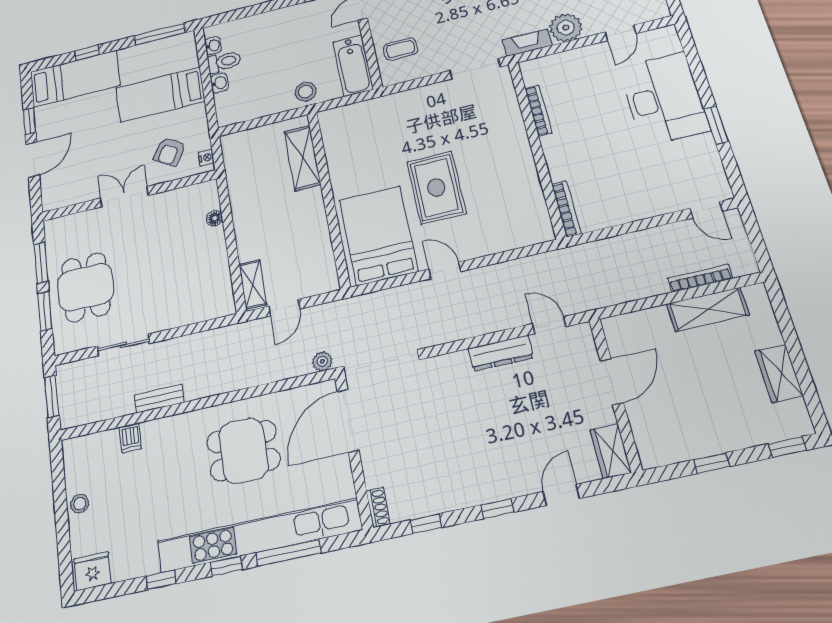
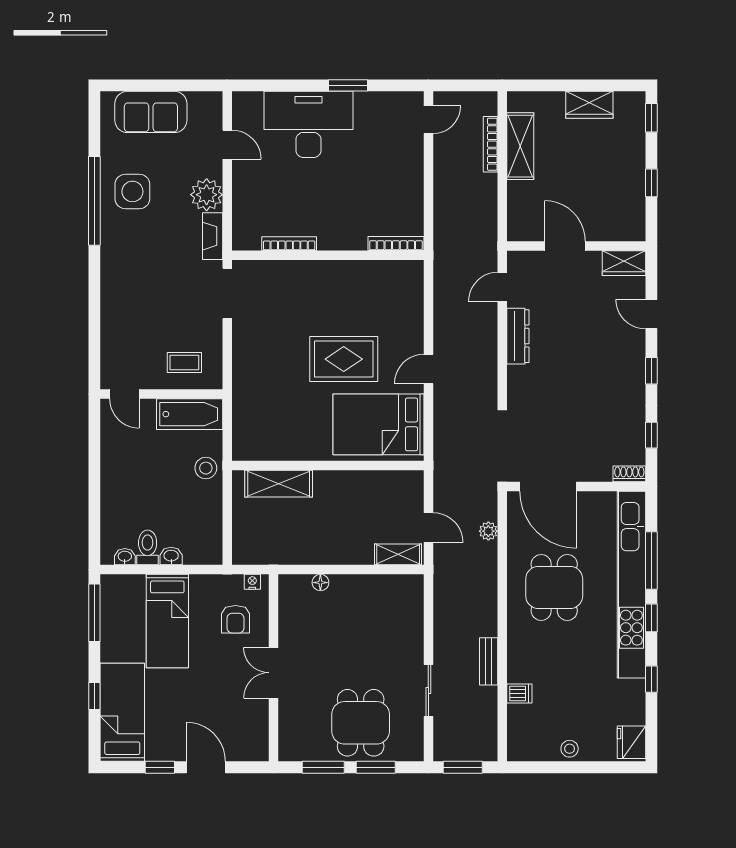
coffee table: (401, 49) -> (184, 363), turned 90
armchair: (169, 152) -> (235, 619), turned 58
dining table: (86, 287) -> (361, 723), turned 90
plant: (322, 361) -> (488, 531), moved

